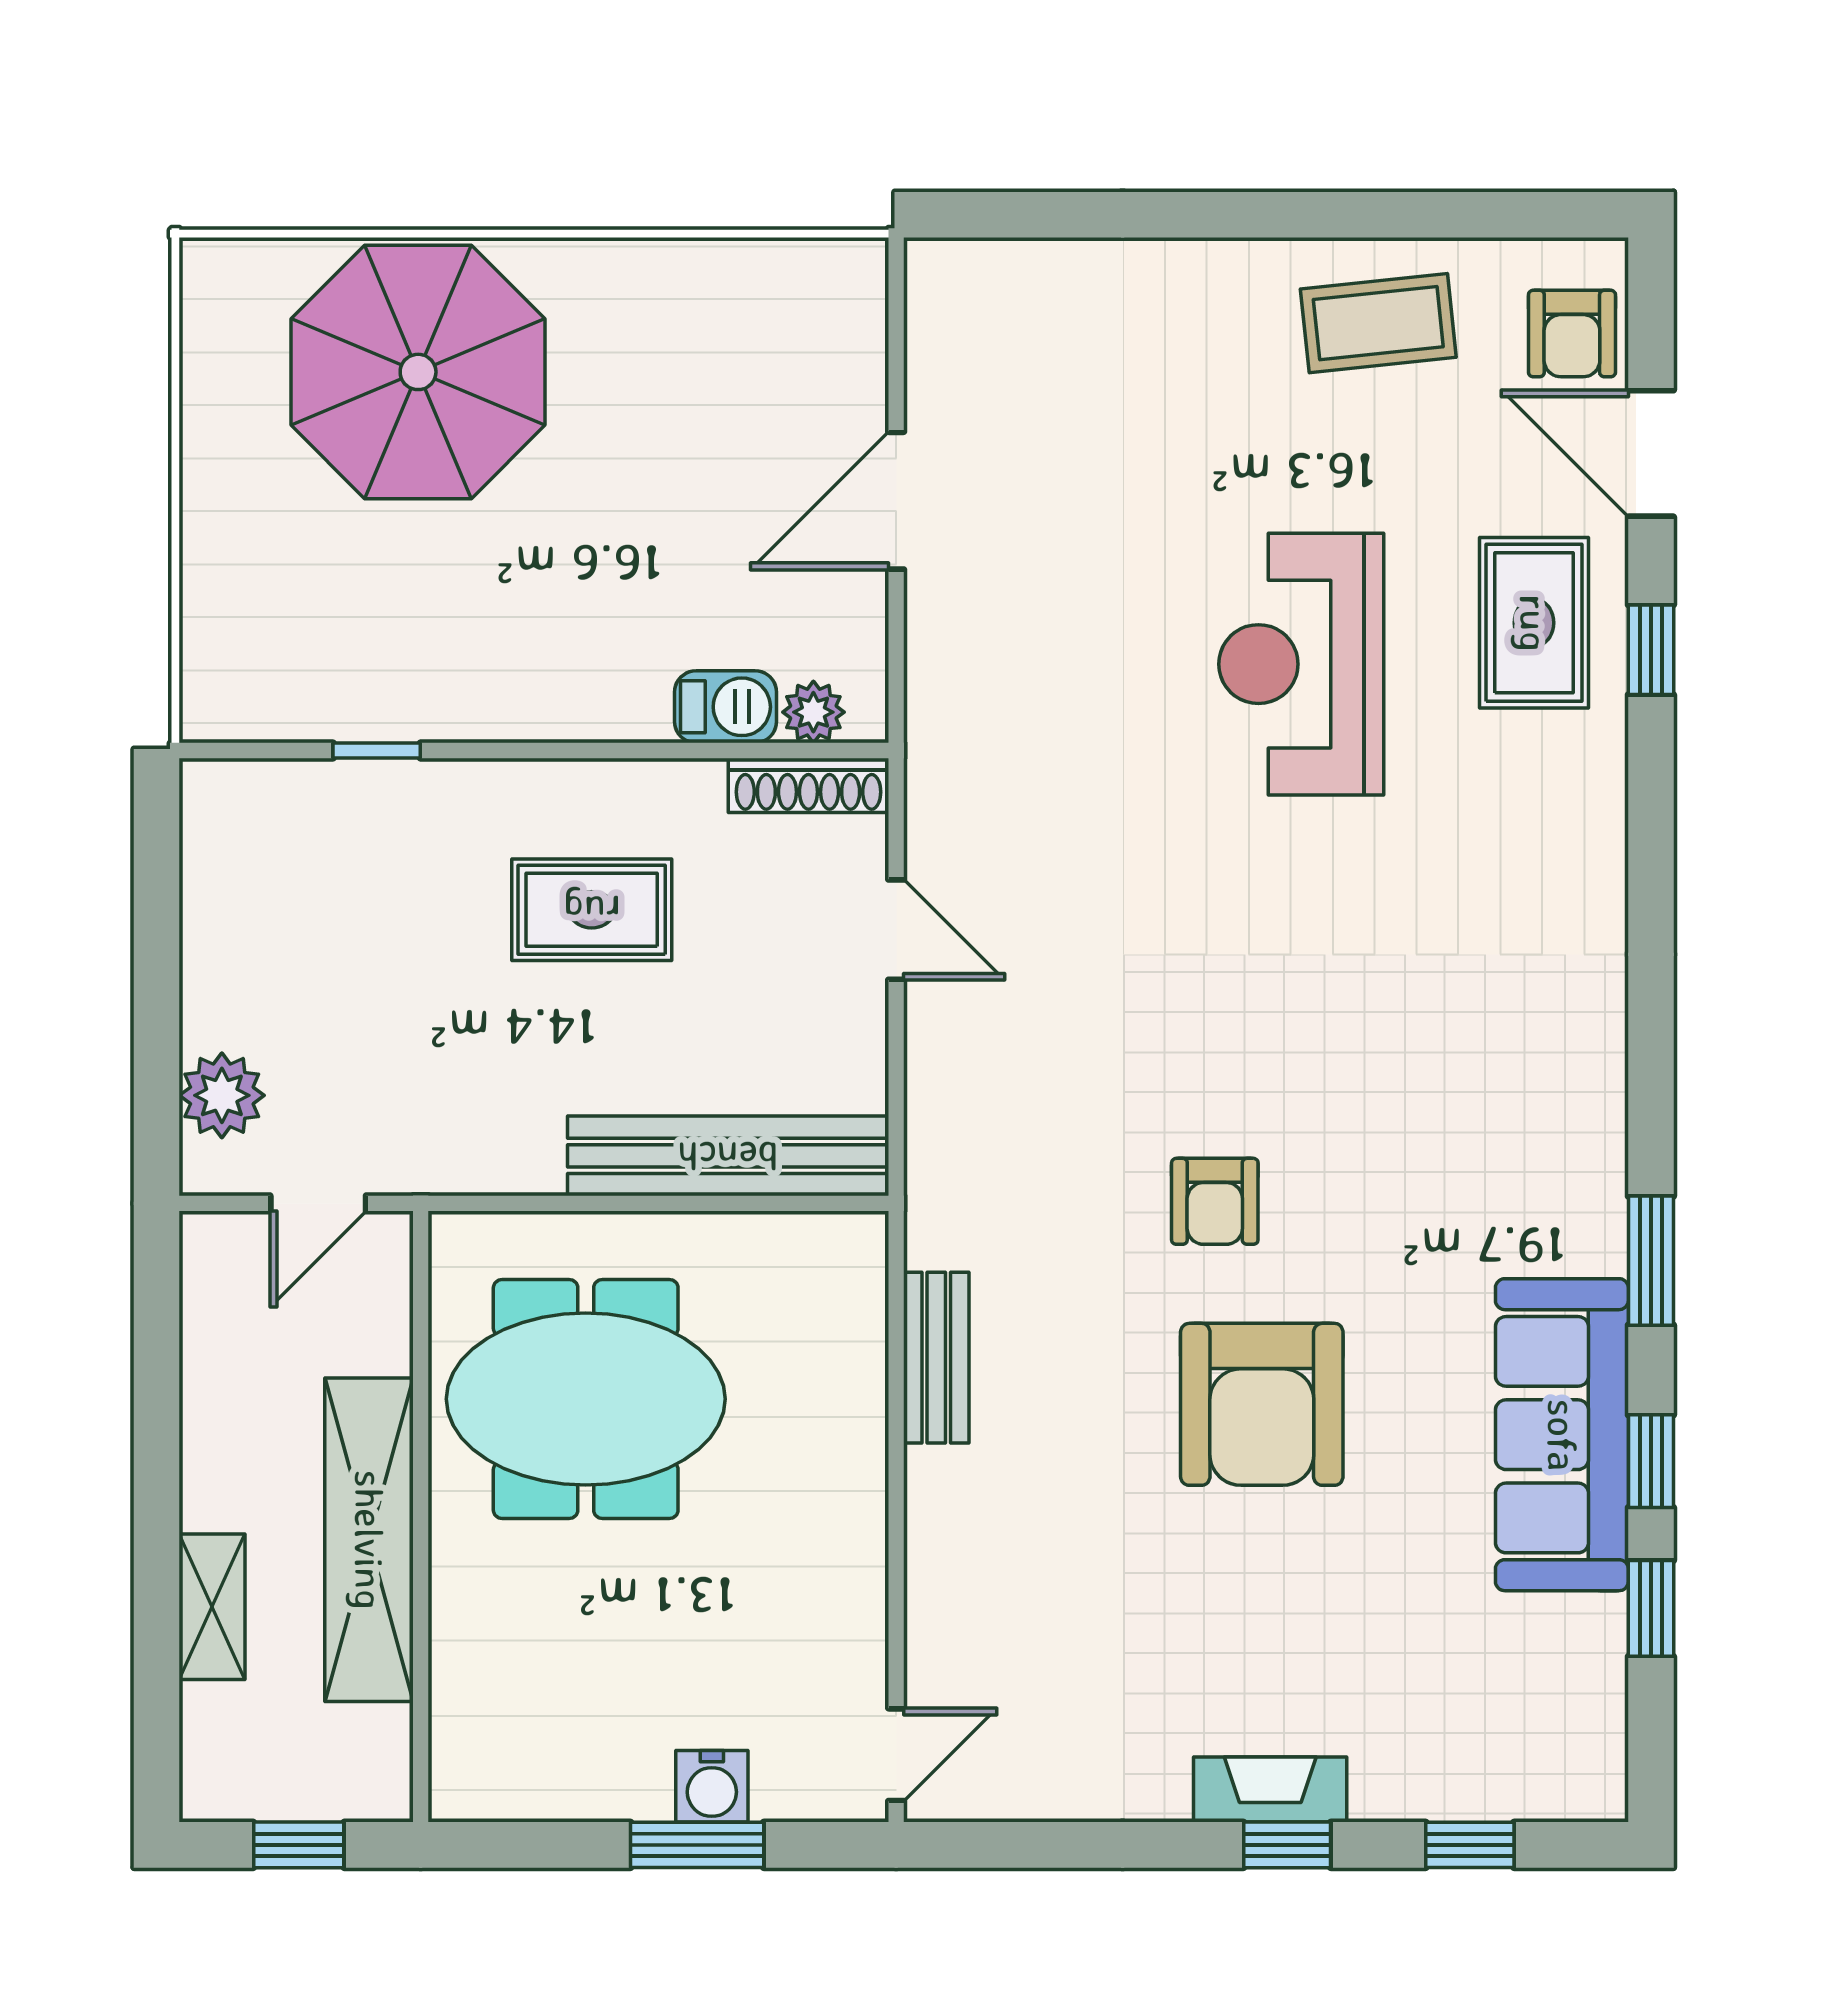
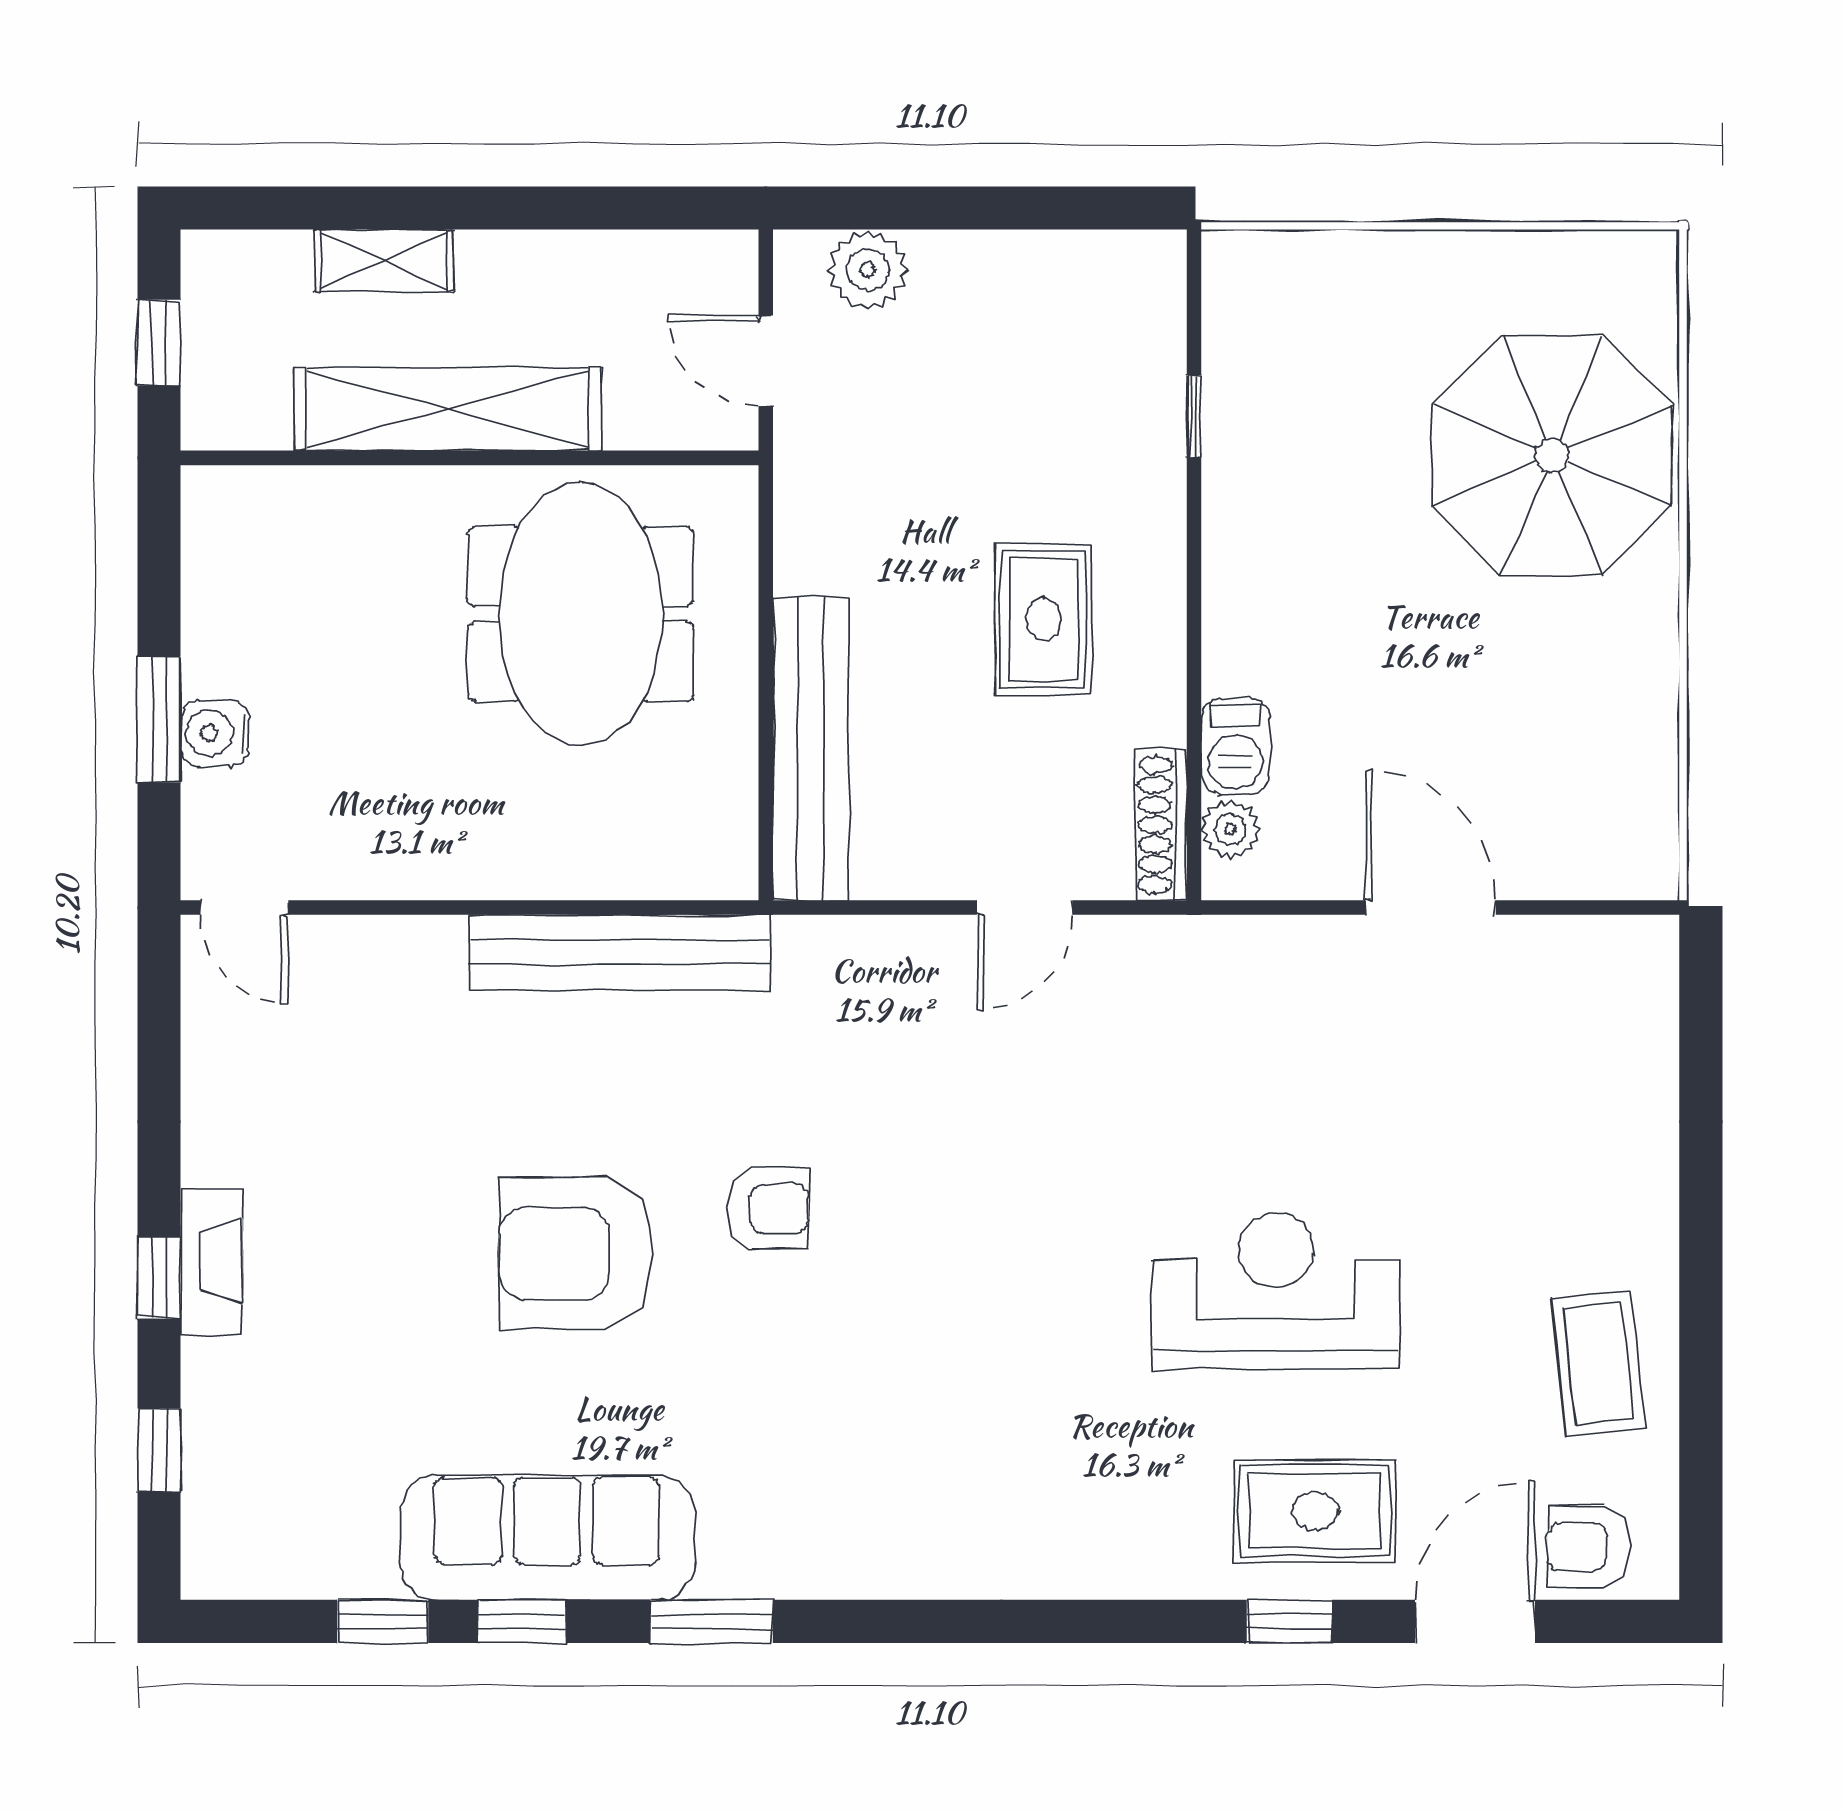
armchair: (1215, 1201) -> (768, 1209), turned 180
bench: (936, 1358) -> (620, 952), width x1.86, depth x1.21

